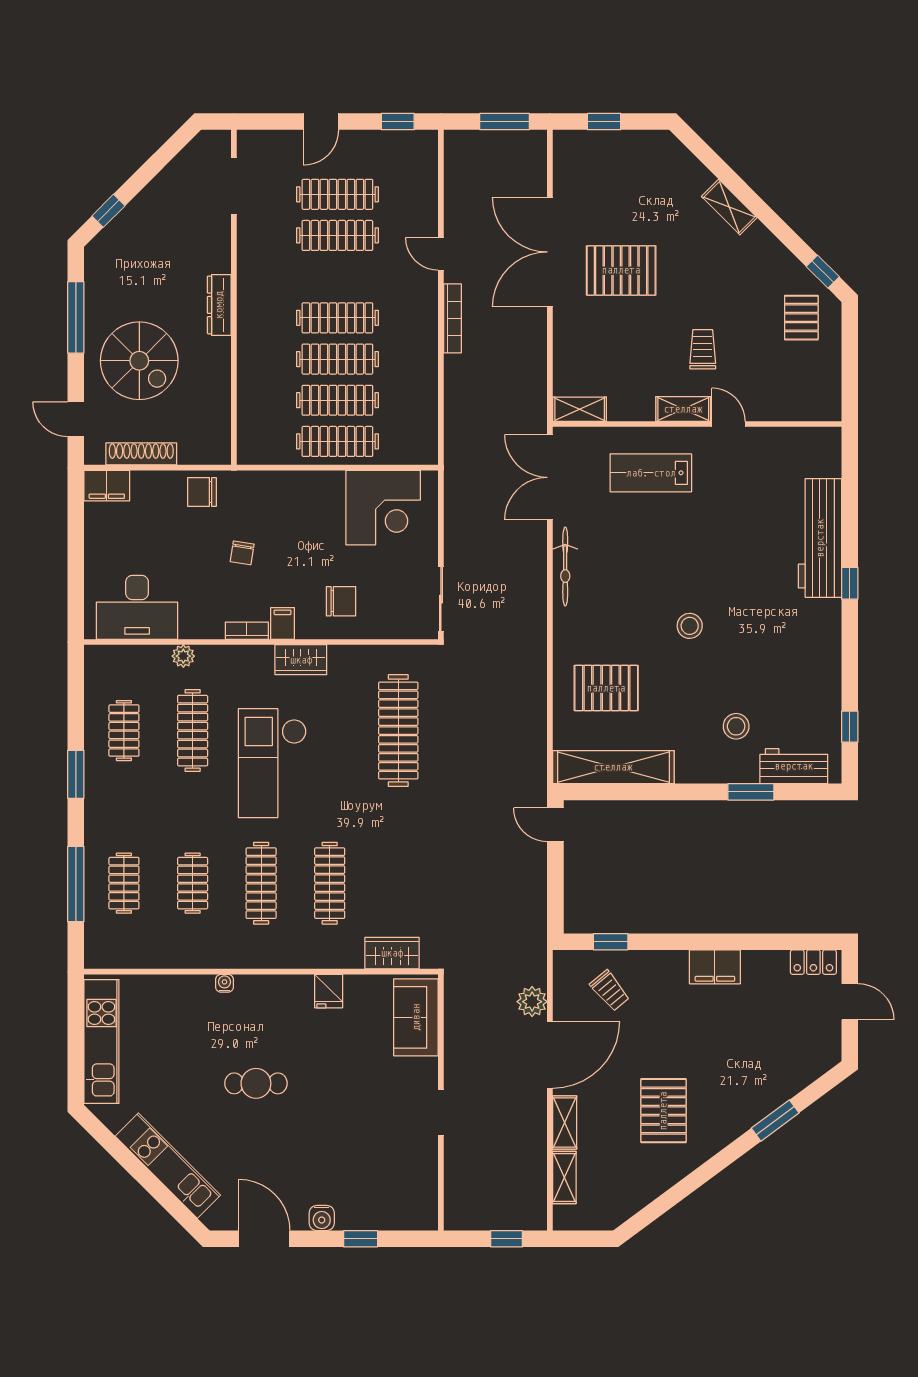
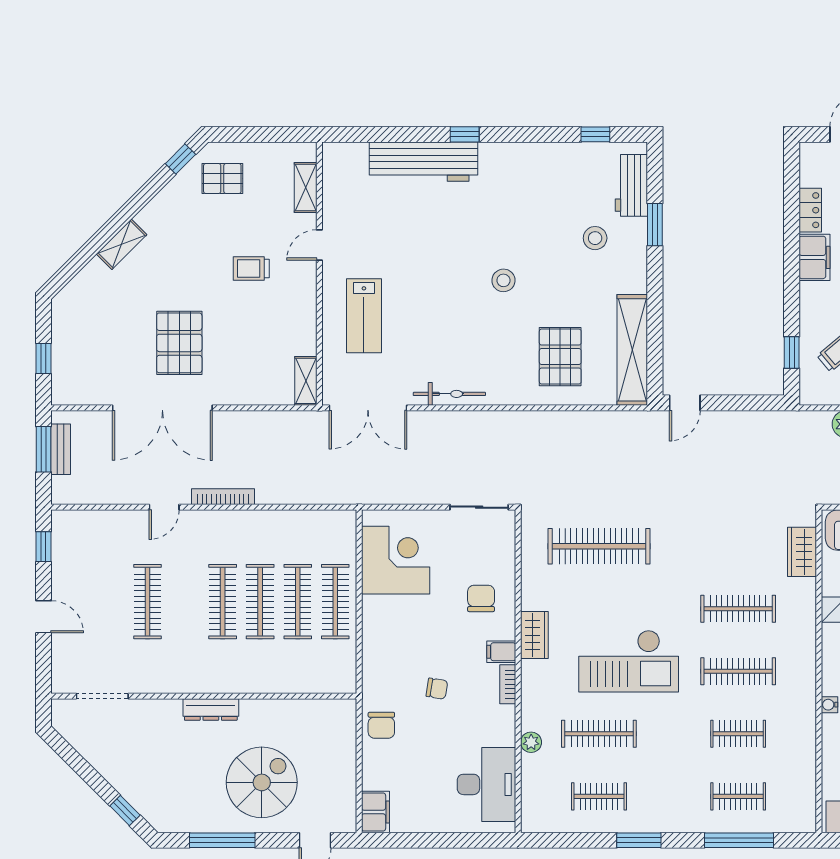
bench: (505, 140) -> (61, 449), added
clothes rail: (337, 194) -> (110, 602), removed
shelving: (683, 409) -> (306, 187), moved
shoe rack: (141, 454) -> (347, 781), removed
locker: (813, 962) -> (810, 210), moved

